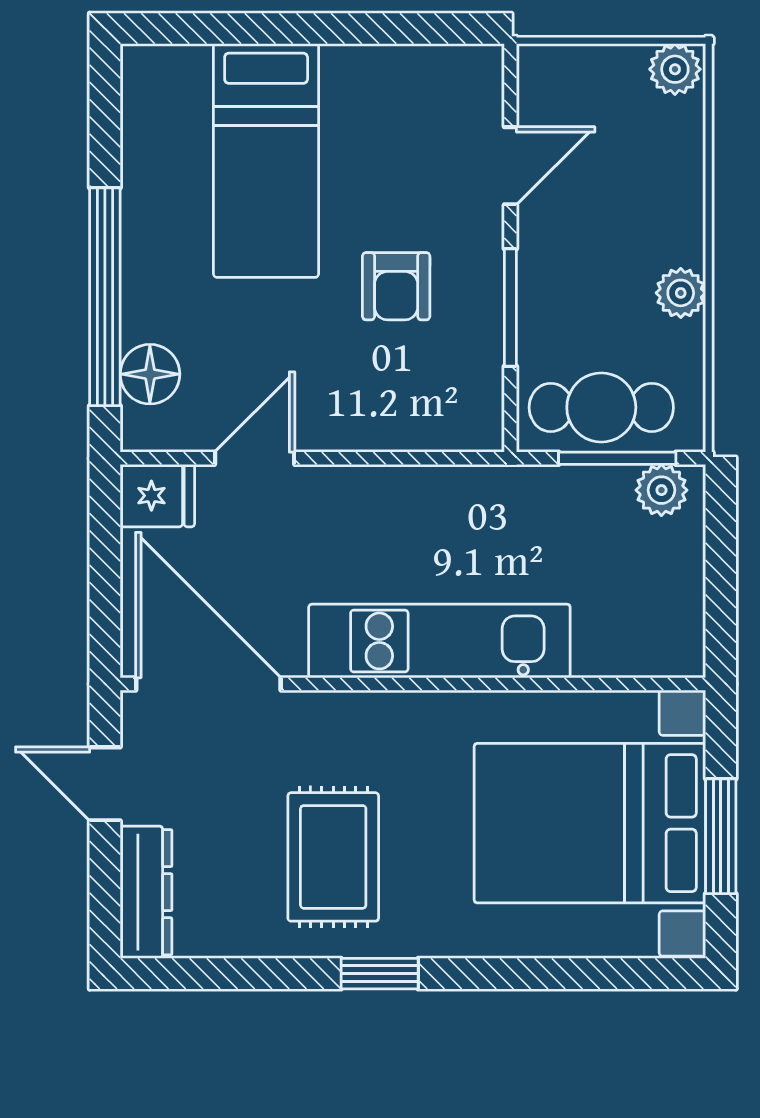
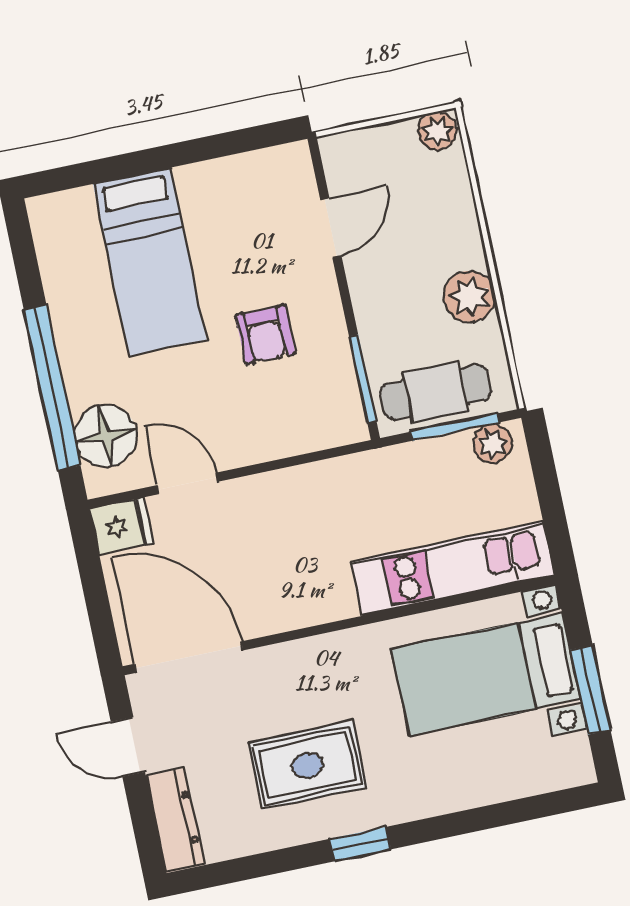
plant: (681, 293) -> (469, 297), width x1.38, depth x1.38
window: (510, 307) -> (363, 379), moved
floor lamp: (150, 374) -> (106, 436), width x1.38, depth x1.38
door: (255, 458) -> (188, 483), hinge flipped
kitchen unit: (439, 641) -> (452, 568), moved
bed with nightstands: (590, 823) -> (486, 674), width x0.73
rug: (333, 857) -> (308, 765), turned 90

